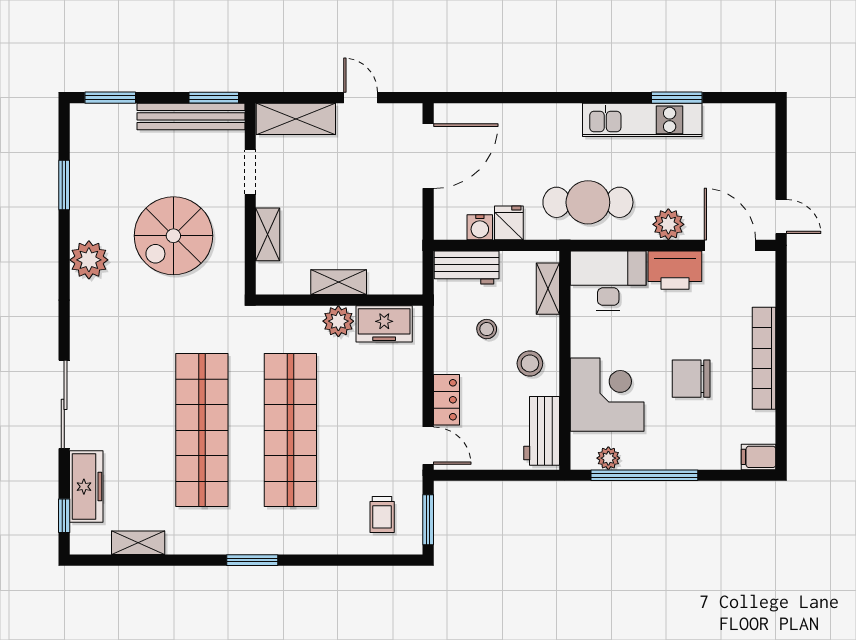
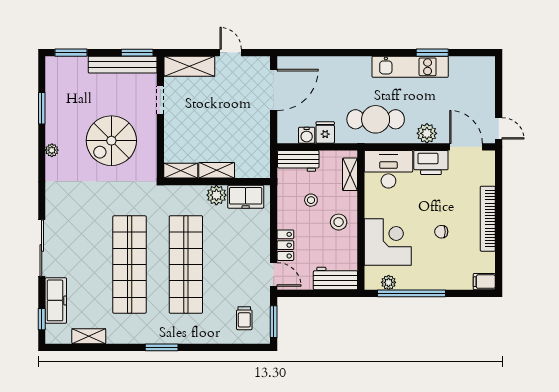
shelving: (268, 234) -> (181, 171), moved, turned 90
plant: (89, 260) -> (52, 150), width x0.53, depth x0.53
chair: (691, 379) -> (441, 232), width x0.54, depth x0.54
workbench: (542, 431) -> (335, 278), moved, turned 90

